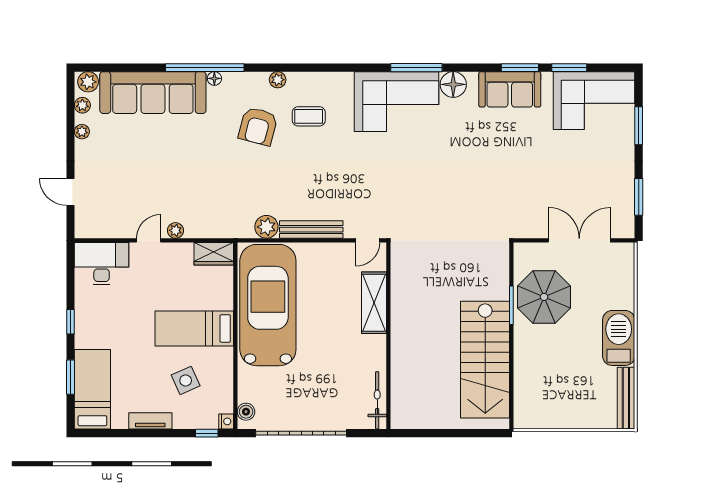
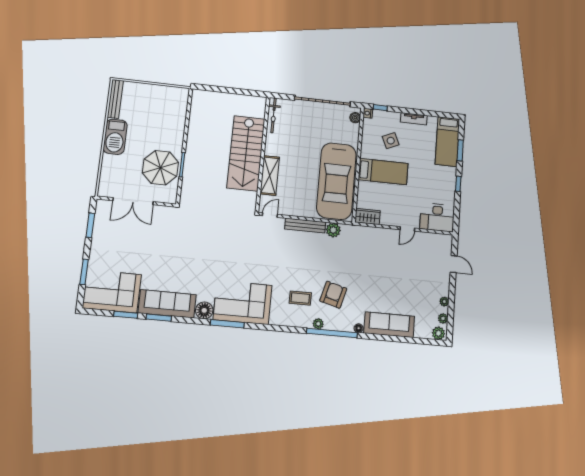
window: (205, 68) -> (332, 333), moved
sofa: (510, 89) -> (167, 304), width x1.36
sofa: (153, 93) -> (389, 325), width x0.74, depth x0.79
plant: (175, 230) -> (390, 233), removed
stairs: (485, 360) -> (246, 153), moved, turned 180

